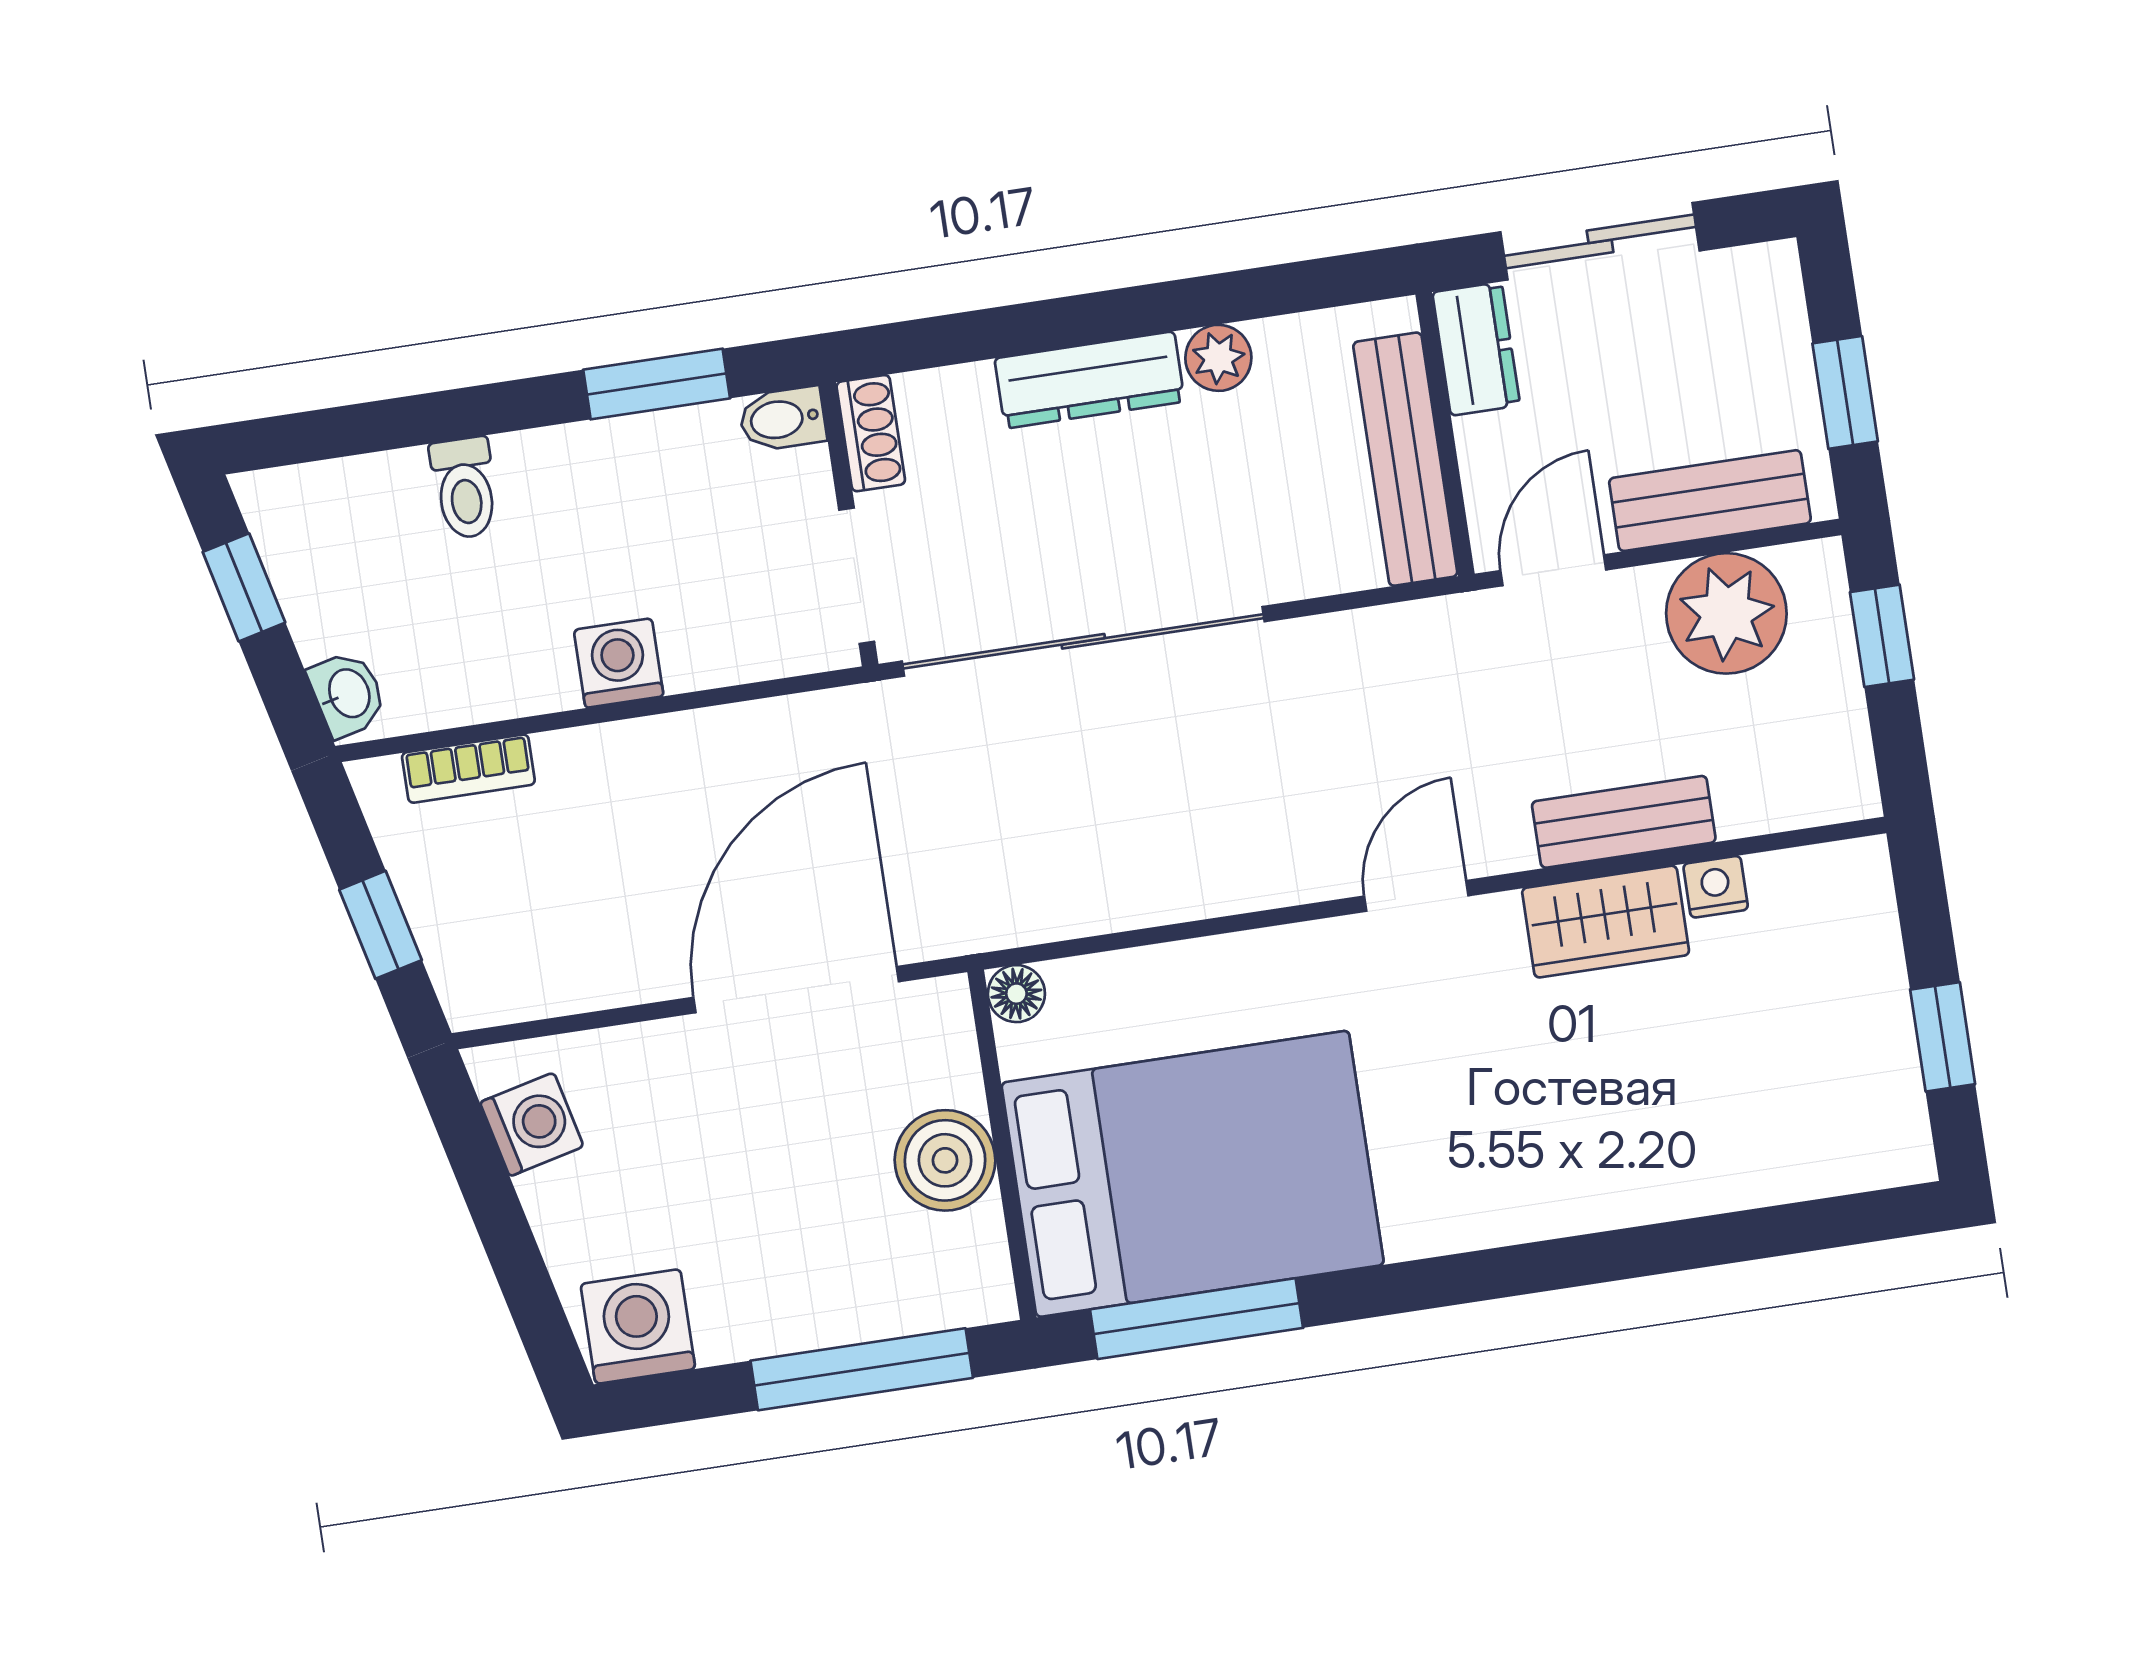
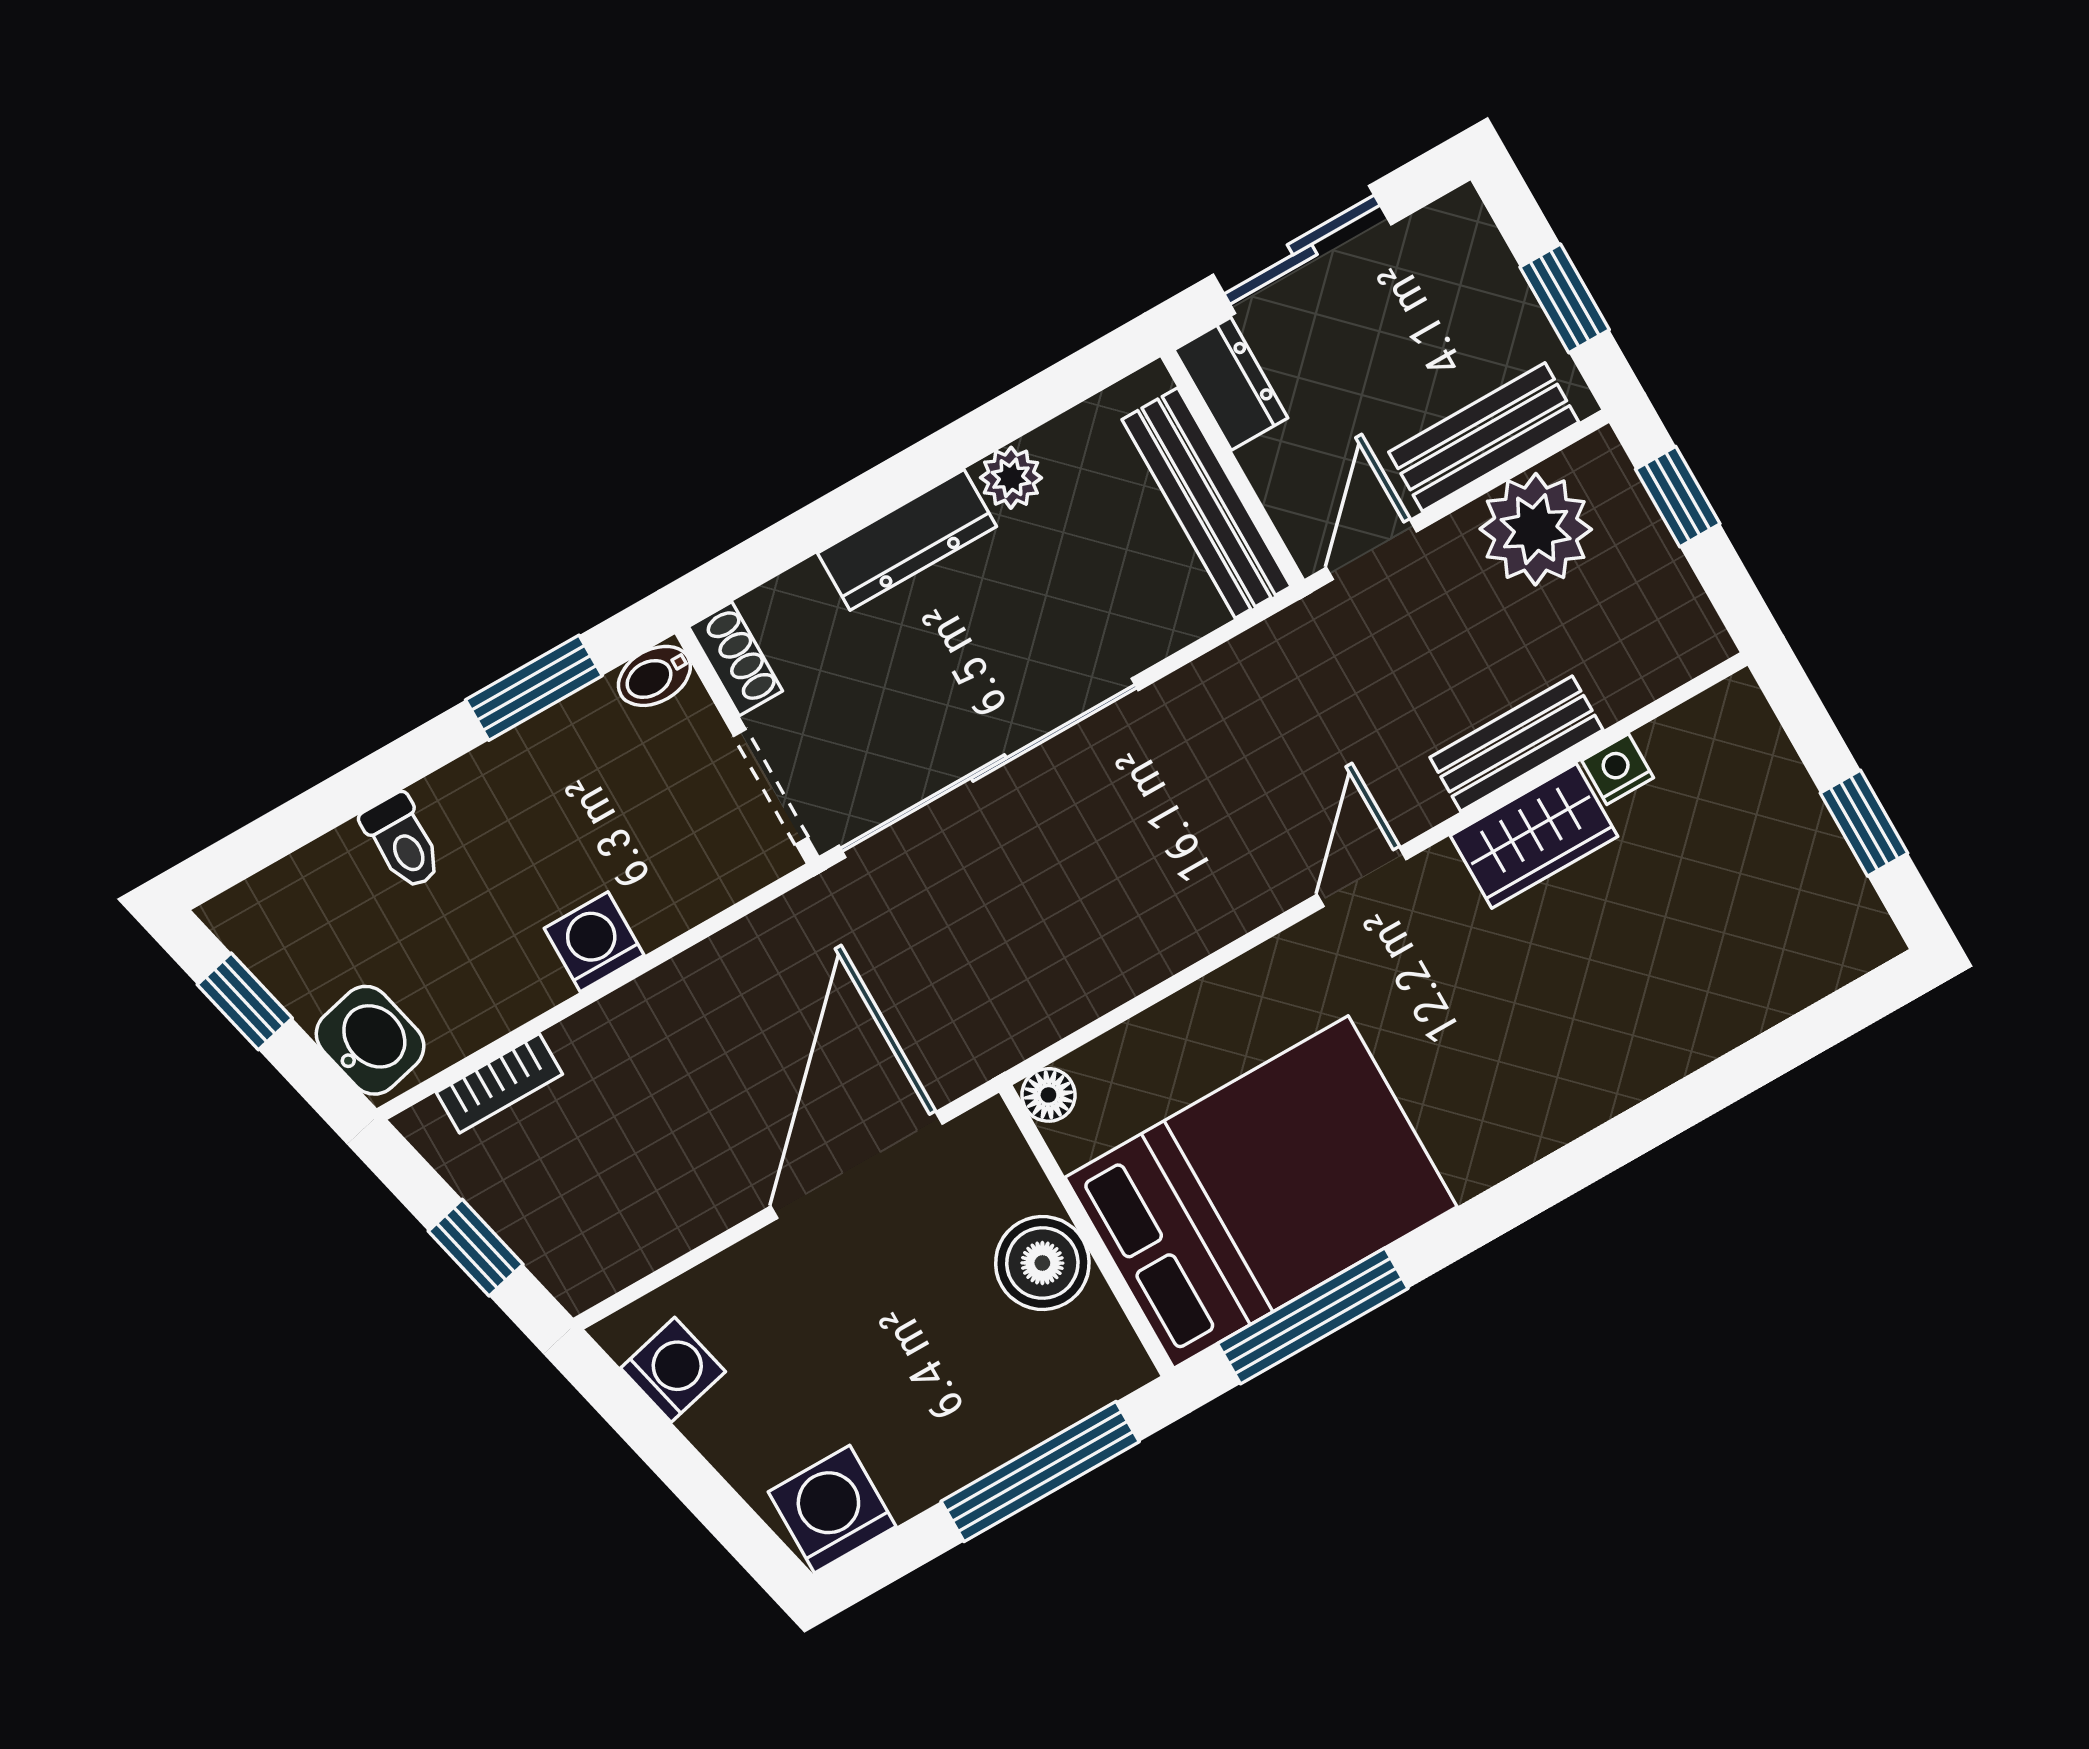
washbasin: (348, 694) -> (370, 1040), width x1.38, depth x1.45

